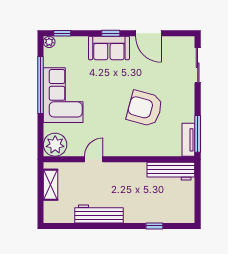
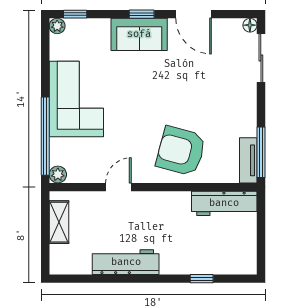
floor lamp: (190, 41) -> (250, 25), added
window: (40, 85) -> (45, 136), moved
armchair: (145, 108) -> (181, 151), moved
plant: (55, 145) -> (58, 175), width x0.53, depth x0.53

